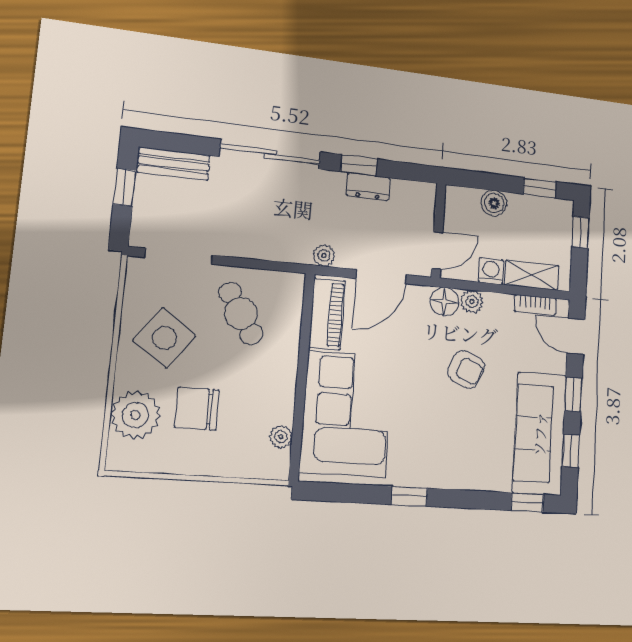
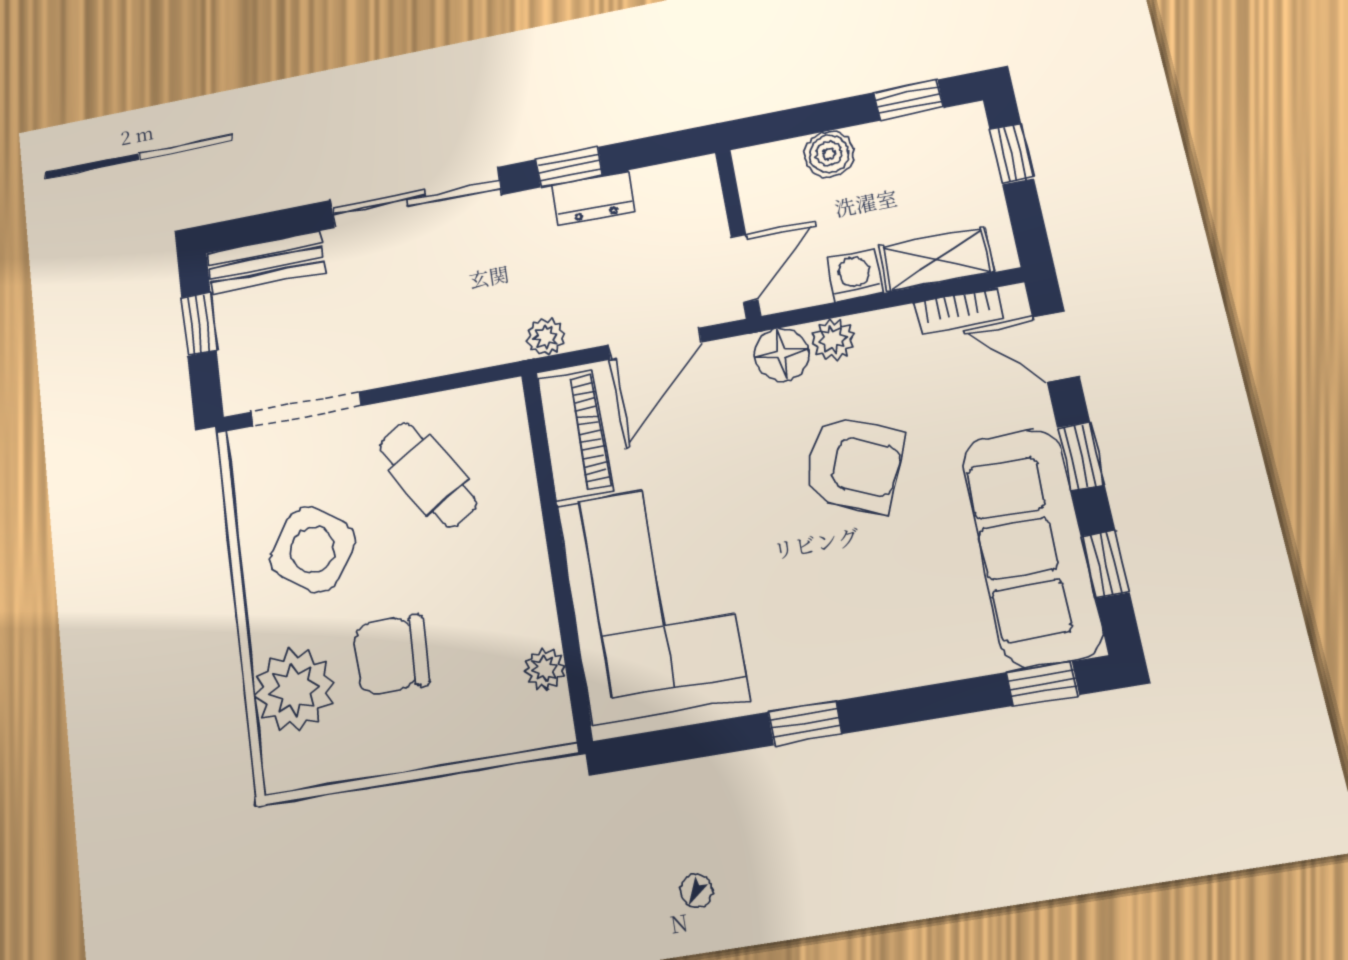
armchair: (466, 369) -> (854, 464), width x1.38, depth x1.38

